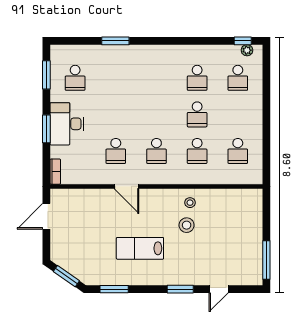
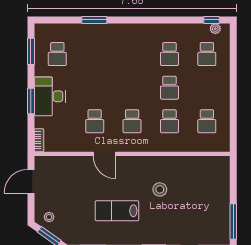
stool: (190, 203) -> (49, 217), moved

